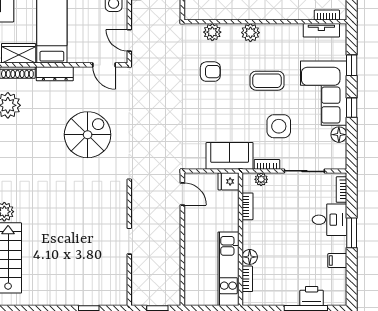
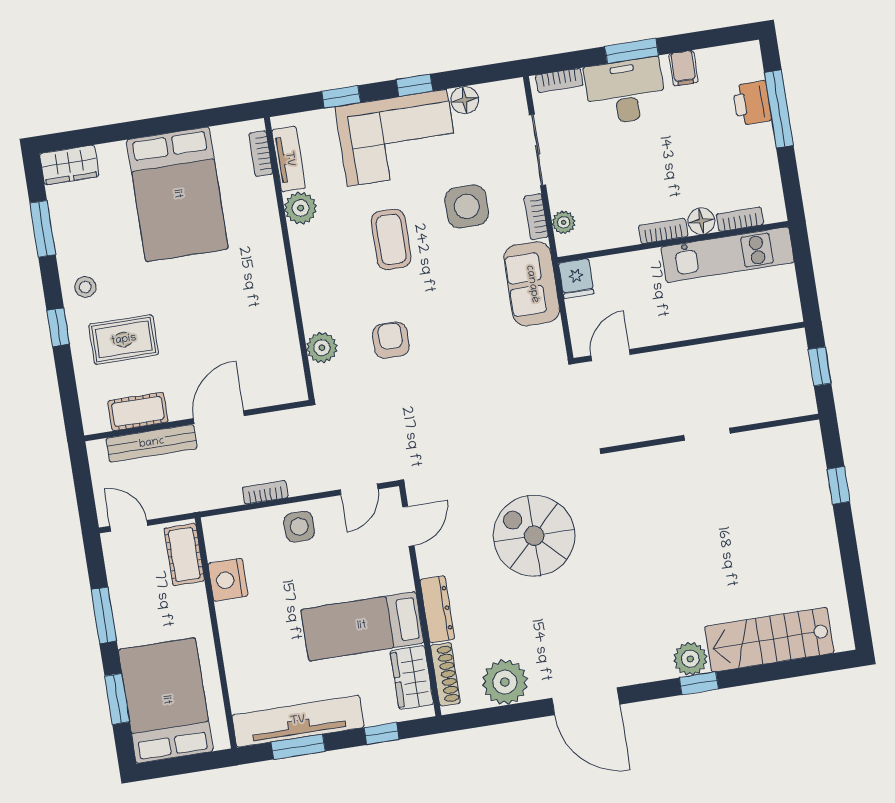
plant: (250, 33) -> (301, 208), moved
bookcase: (248, 206) -> (663, 231), moved
desk: (330, 220) -> (625, 91), width x1.37

